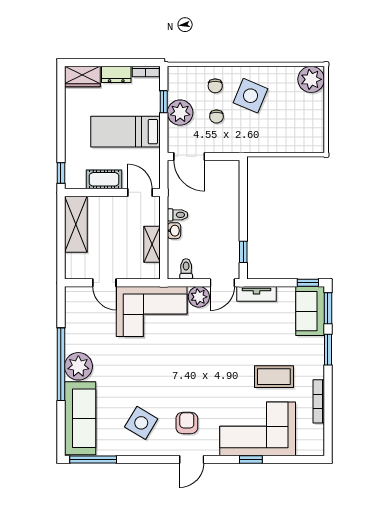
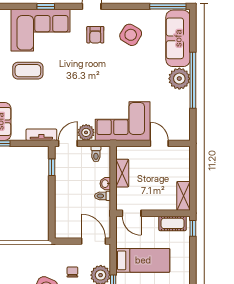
cot: (104, 179) -> (173, 223), moved
shelving: (76, 224) -> (184, 196), width x0.67, depth x0.75

